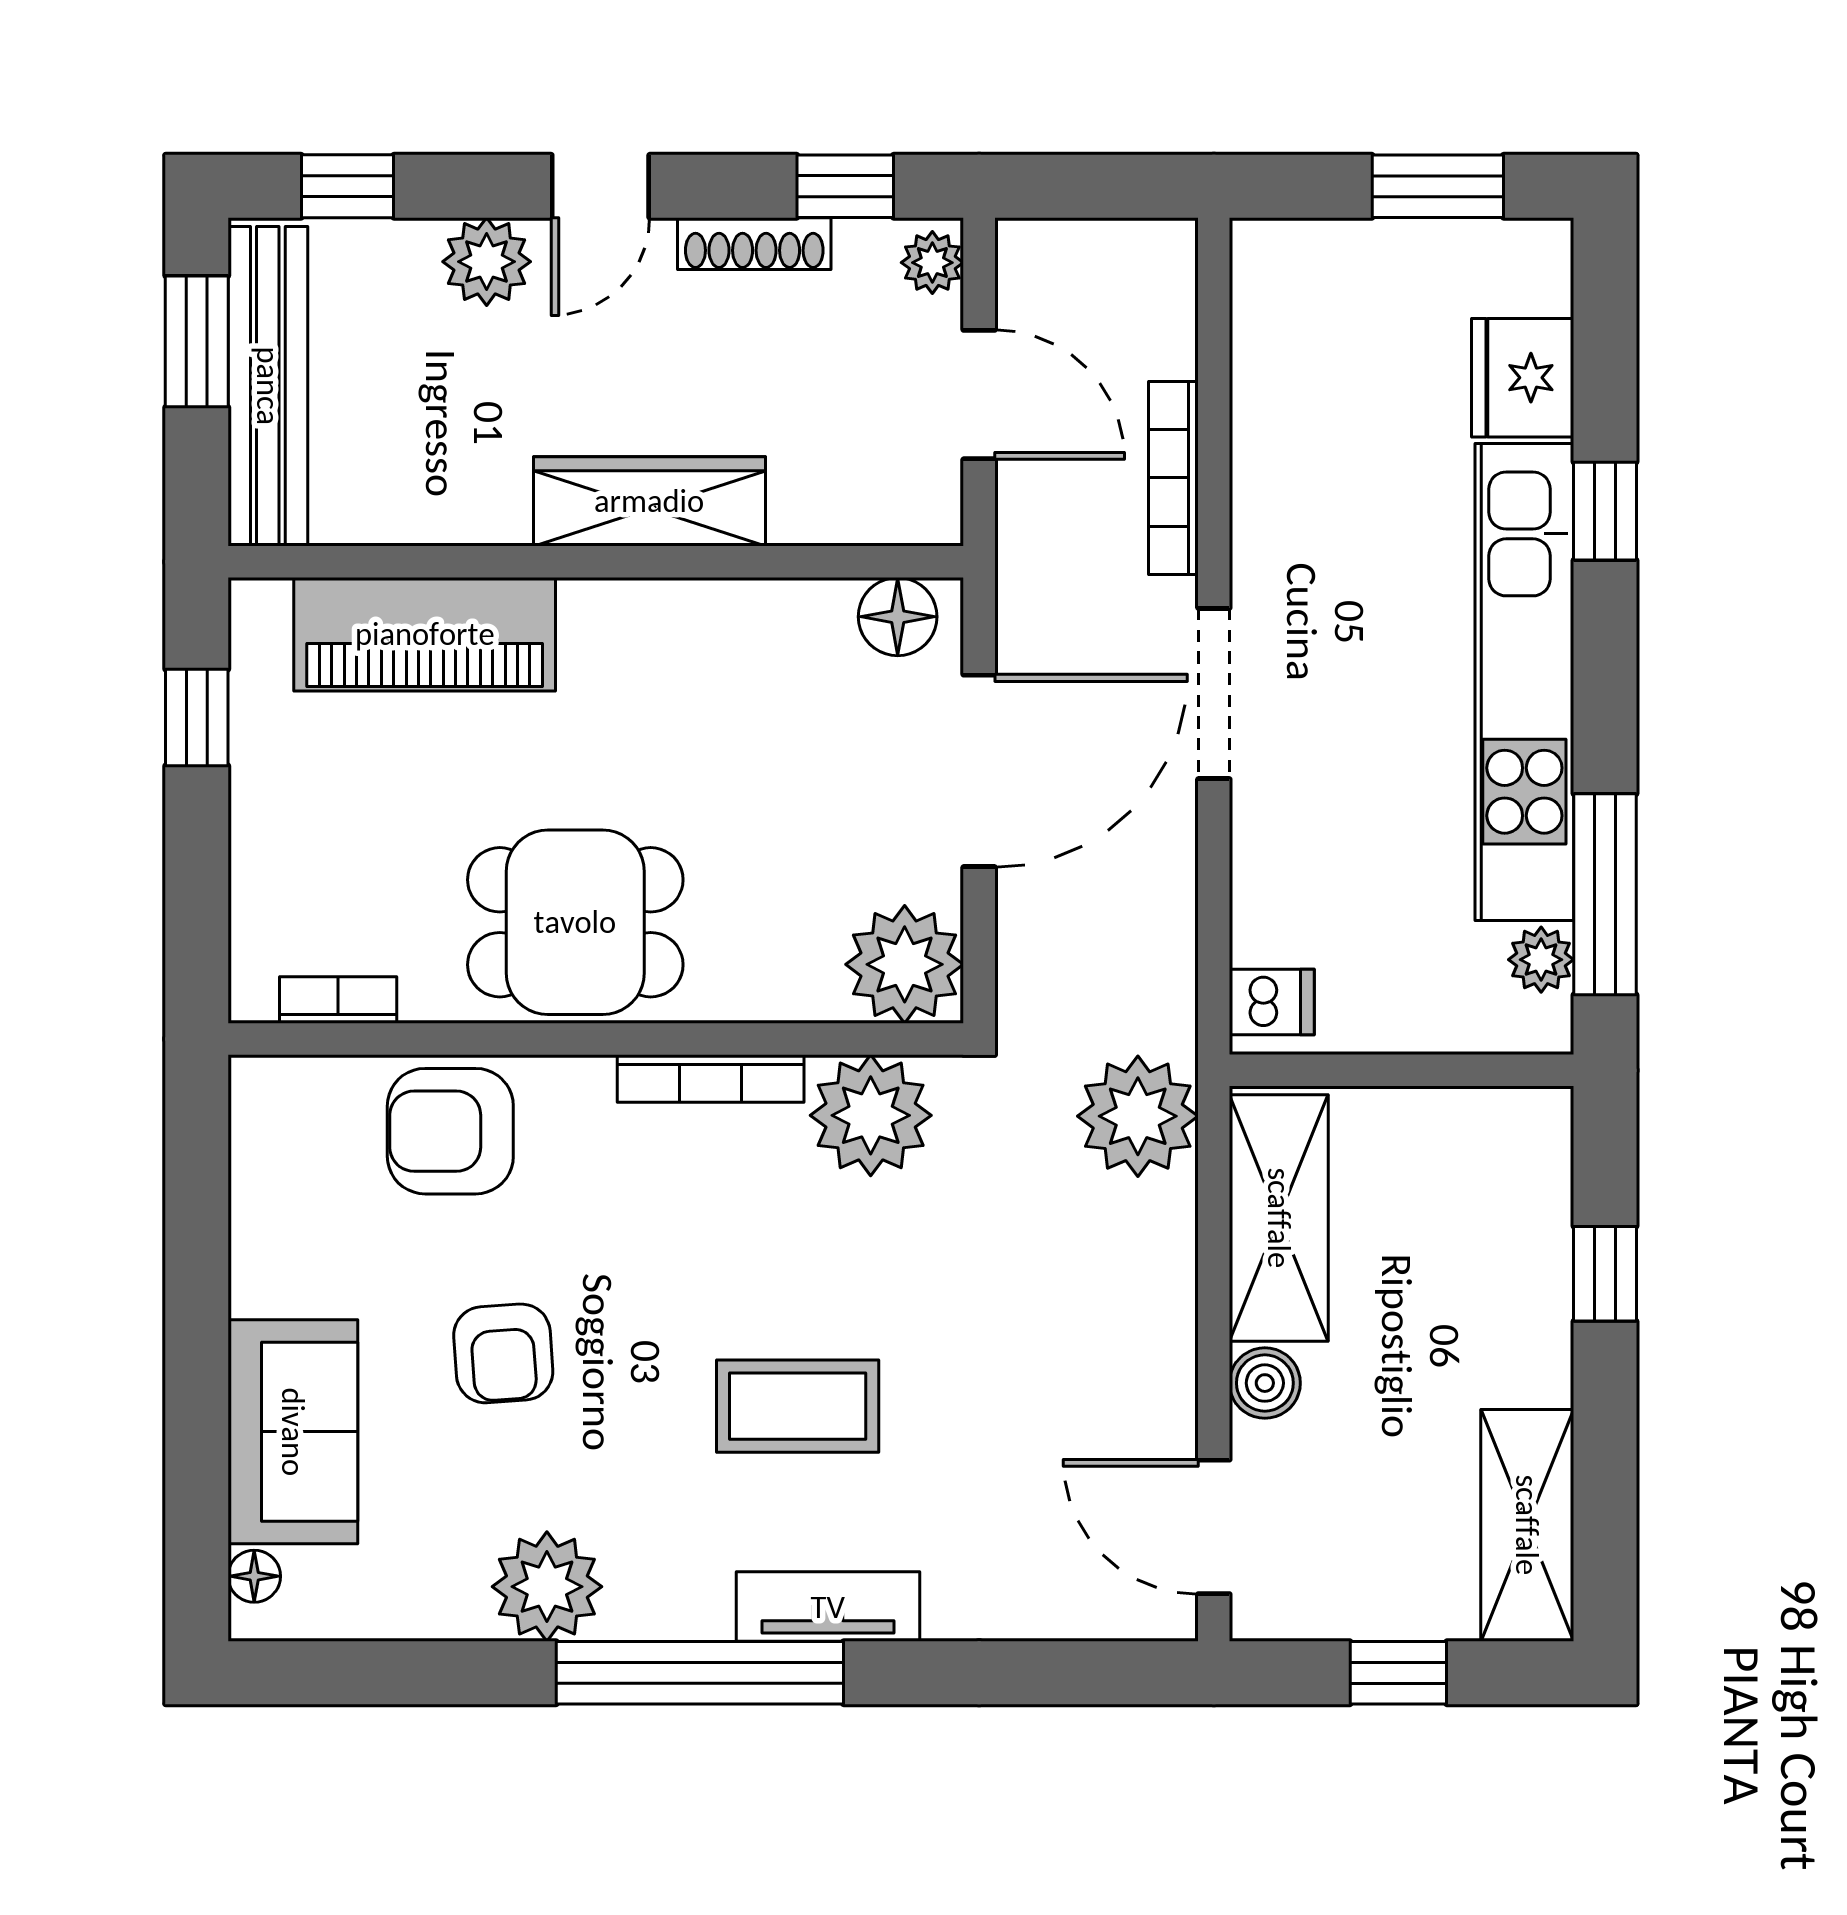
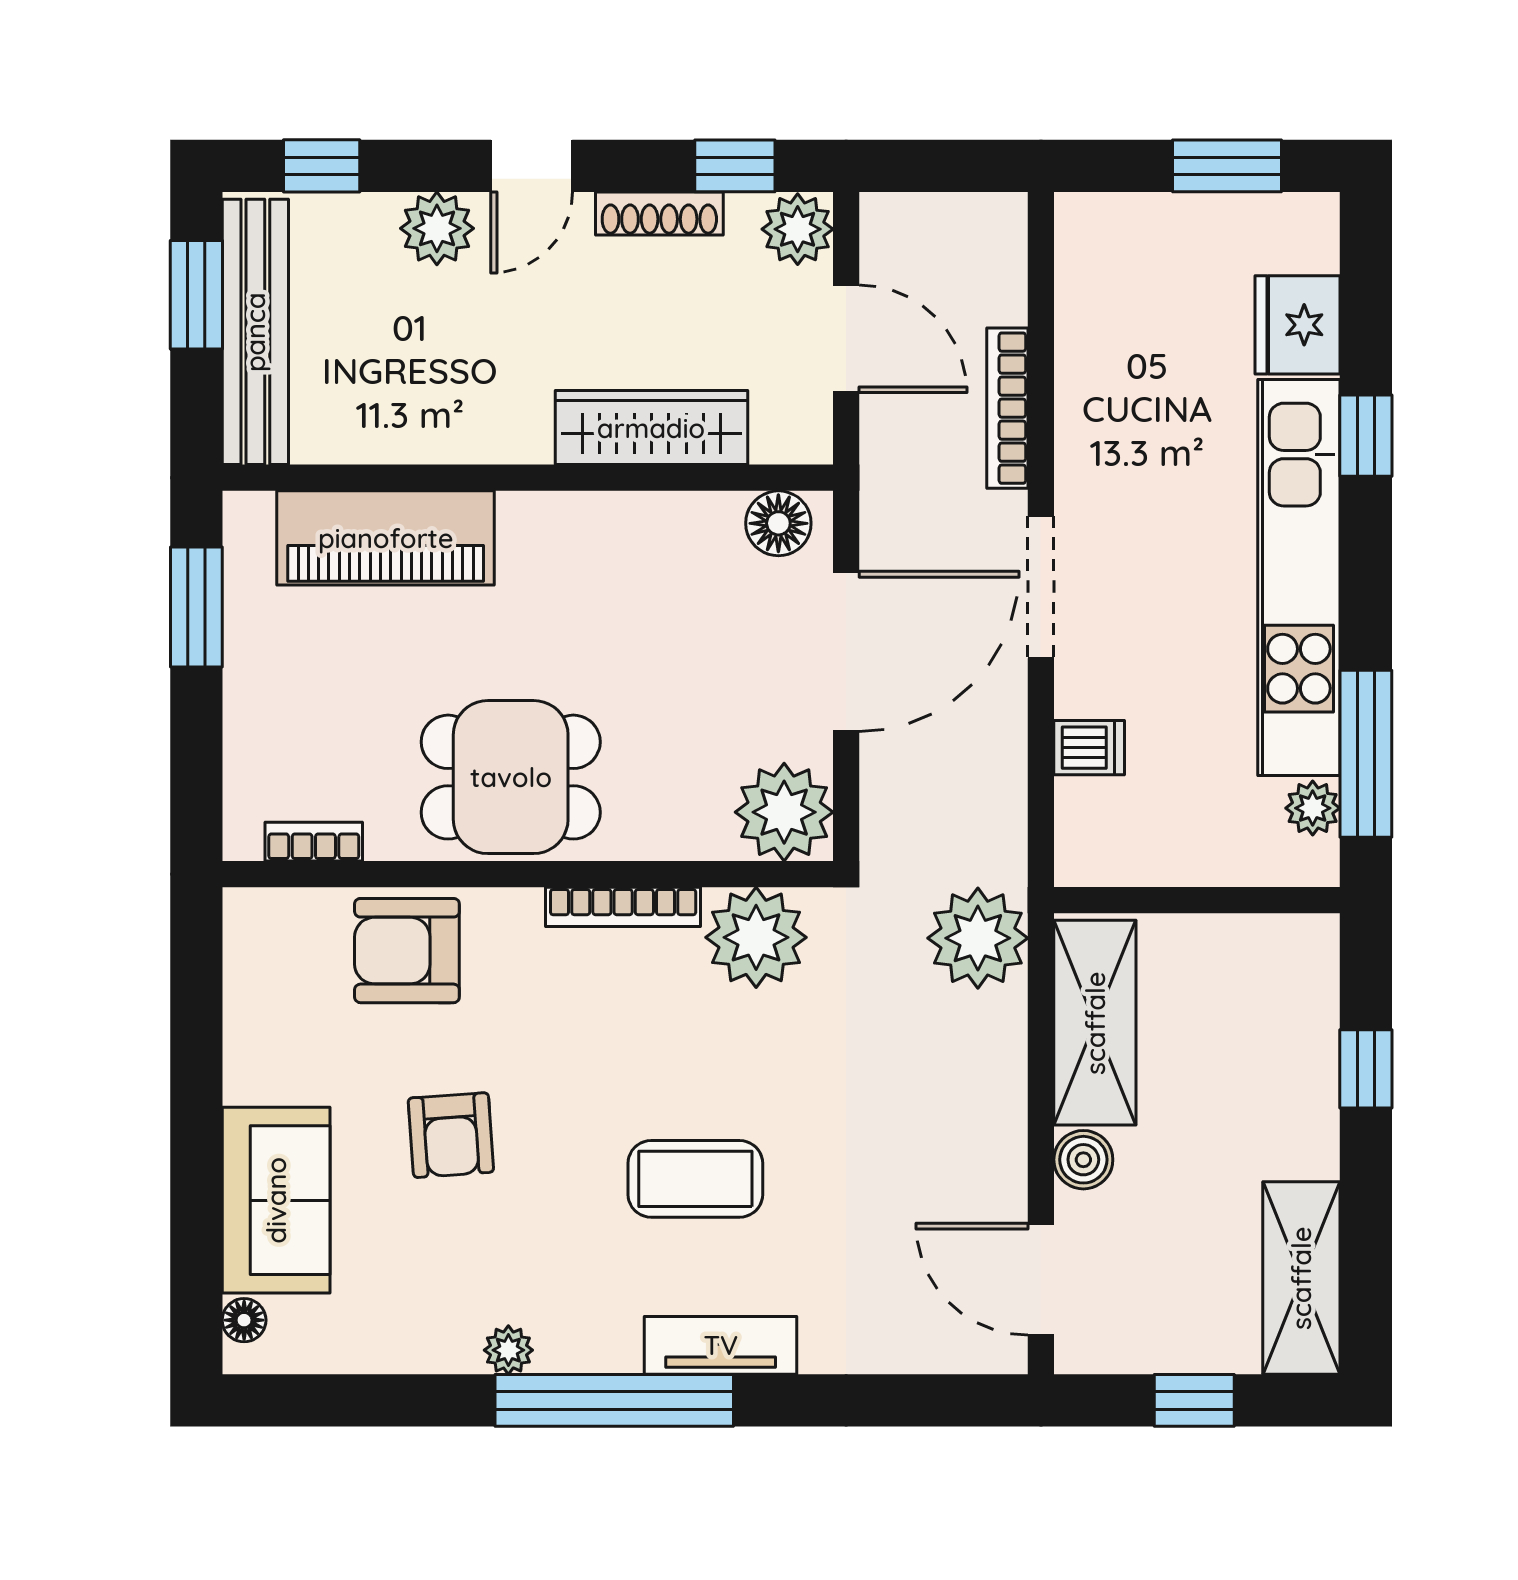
plant: (932, 263) -> (798, 229), width x1.38, depth x1.38
wardrobe: (649, 501) -> (651, 428), moved
window: (197, 717) -> (196, 607), width x1.50
dishwasher: (1272, 1002) -> (1089, 748), moved
plant: (547, 1587) -> (508, 1350), width x0.53, depth x0.53

